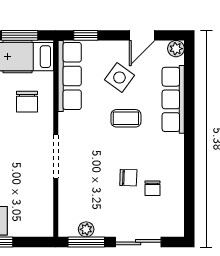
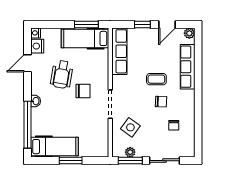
window: (86, 35) -> (142, 25), moved
side table: (119, 77) -> (130, 127), moved
chair: (27, 102) -> (83, 91), moved, turned -90
chair: (128, 178) -> (161, 102), moved

